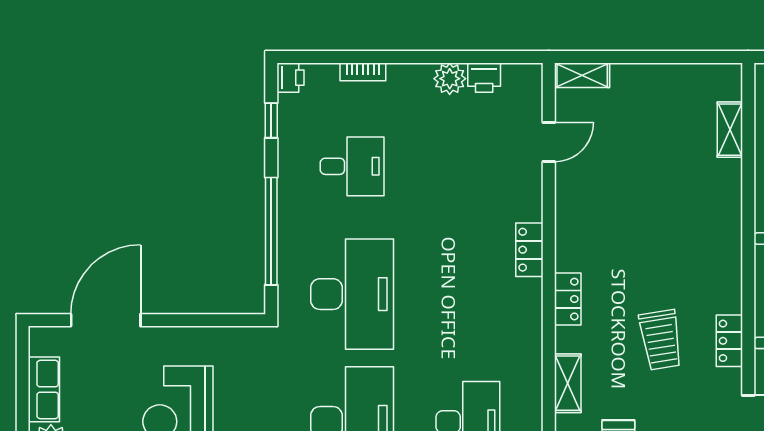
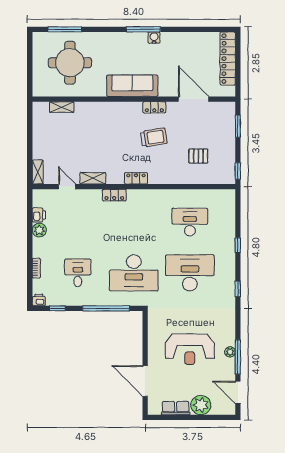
desk: (352, 294) -> (134, 273), turned 180
shelving: (568, 383) -> (93, 178), moved

